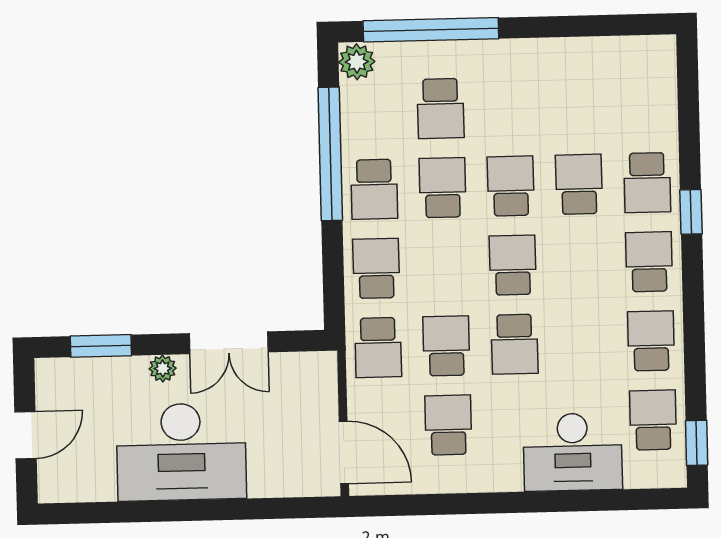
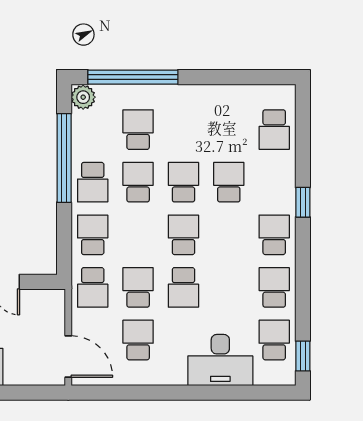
school desk: (441, 108) -> (138, 130), turned 180
school desk: (647, 183) -> (274, 130), moved

